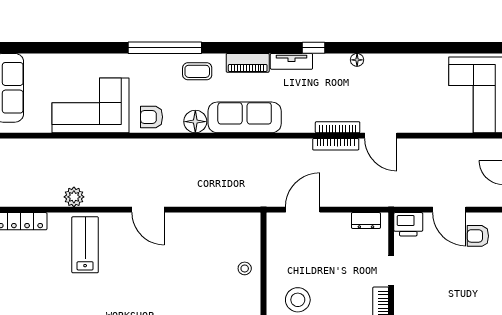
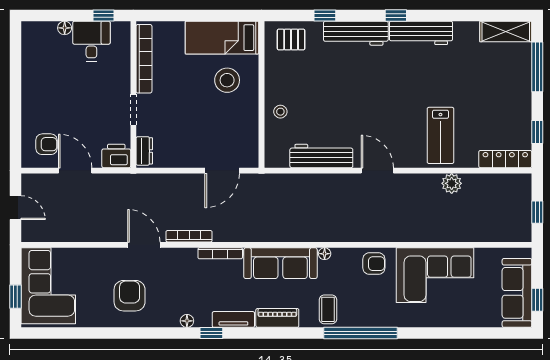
floor lamp: (357, 60) -> (187, 321), moved
coffee table: (197, 71) -> (328, 309), turned 90
armchair: (395, 85) -> (130, 296), added
floor lamp: (195, 122) -> (325, 254), width x0.53, depth x0.53
bookcase: (338, 127) -> (220, 253), moved
dresser: (366, 221) -> (144, 151), moved, turned 90
workbench: (204, 224) -> (321, 156), added

